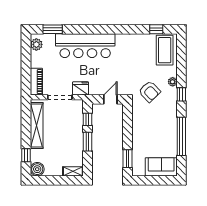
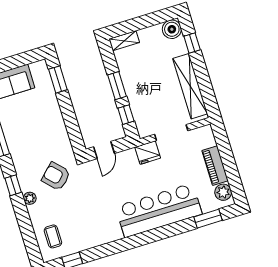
coffee table: (165, 50) -> (53, 236), width x0.54, depth x0.58
piano: (36, 82) -> (215, 166), moved

